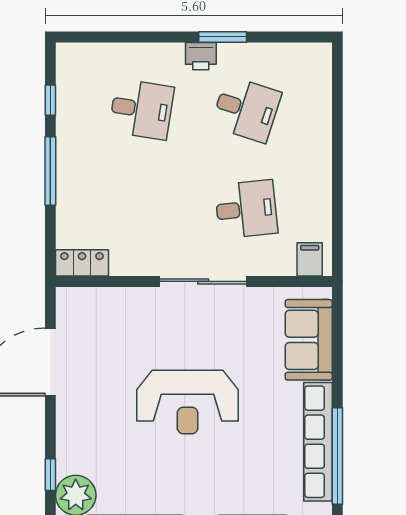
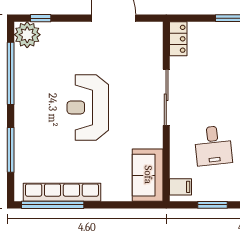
window: (337, 210) -> (213, 205), added
sliding door: (203, 281) -> (166, 97), moved
sofa: (309, 340) -> (148, 175), moved, turned -90

